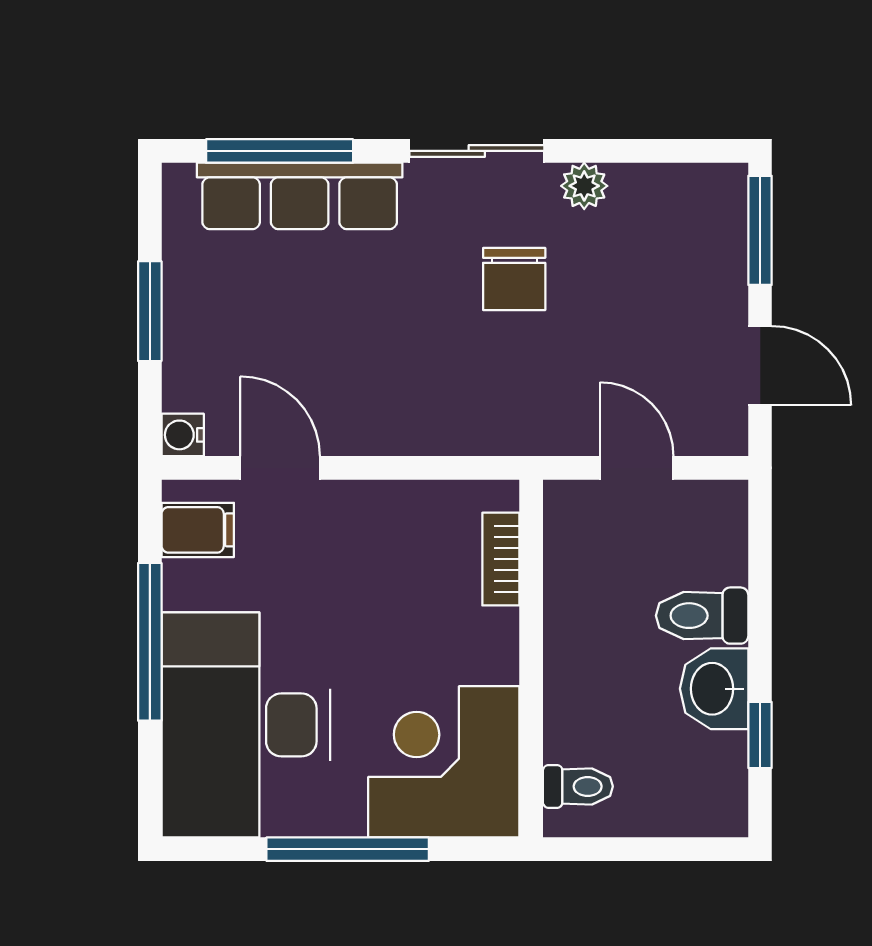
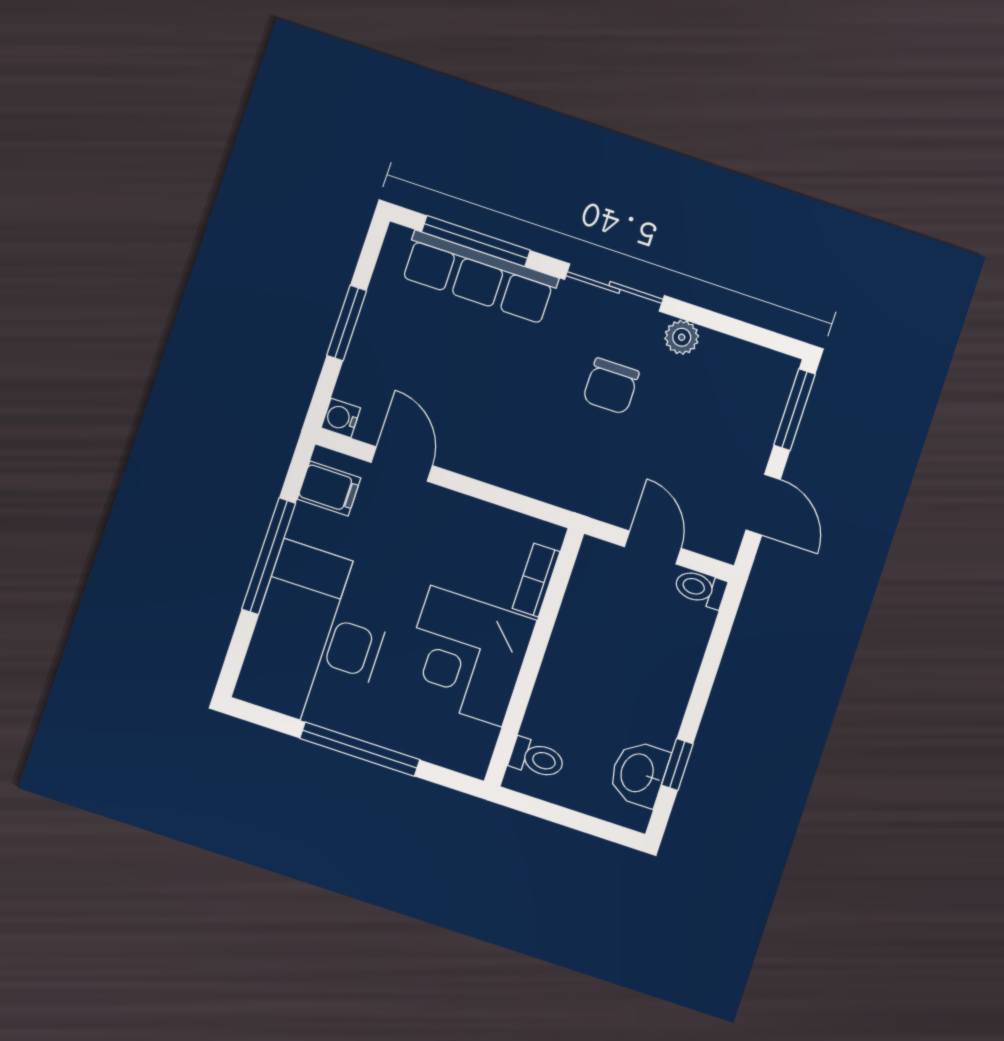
toilet: (702, 616) -> (700, 588), moved, width x0.73, depth x0.72
washbasin: (714, 689) -> (639, 773), moved
corner desk: (444, 762) -> (466, 656), moved, turned -90

